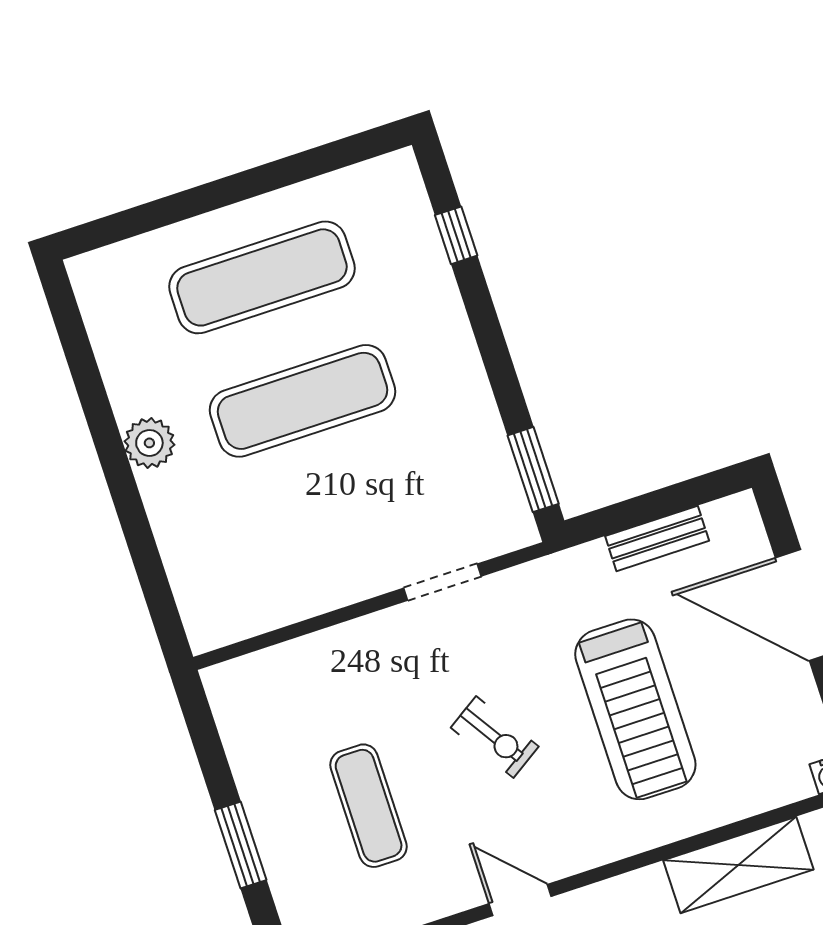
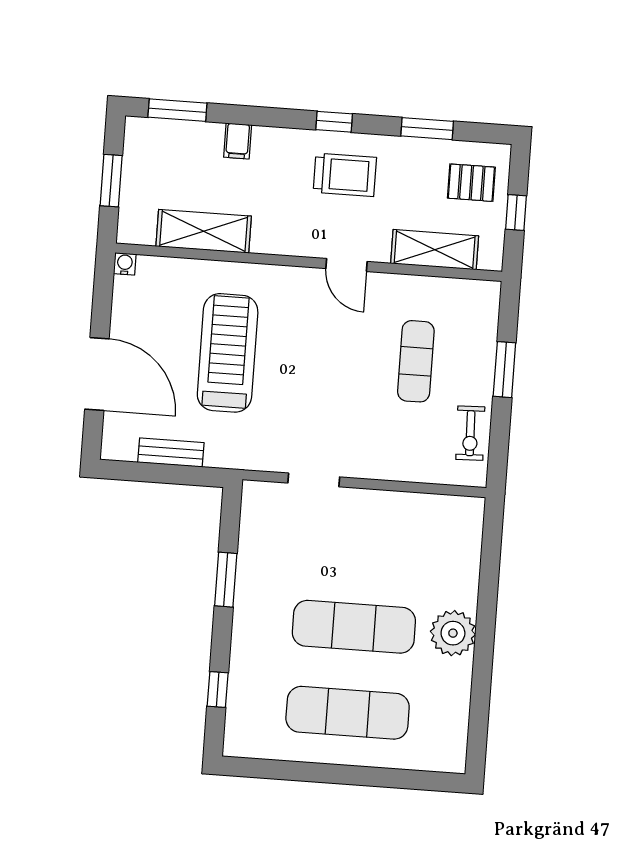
plant: (149, 443) -> (453, 633), width x1.36, depth x1.36
window: (533, 470) -> (226, 580), moved
exercise bike: (495, 737) -> (470, 433), moved, turned -149

